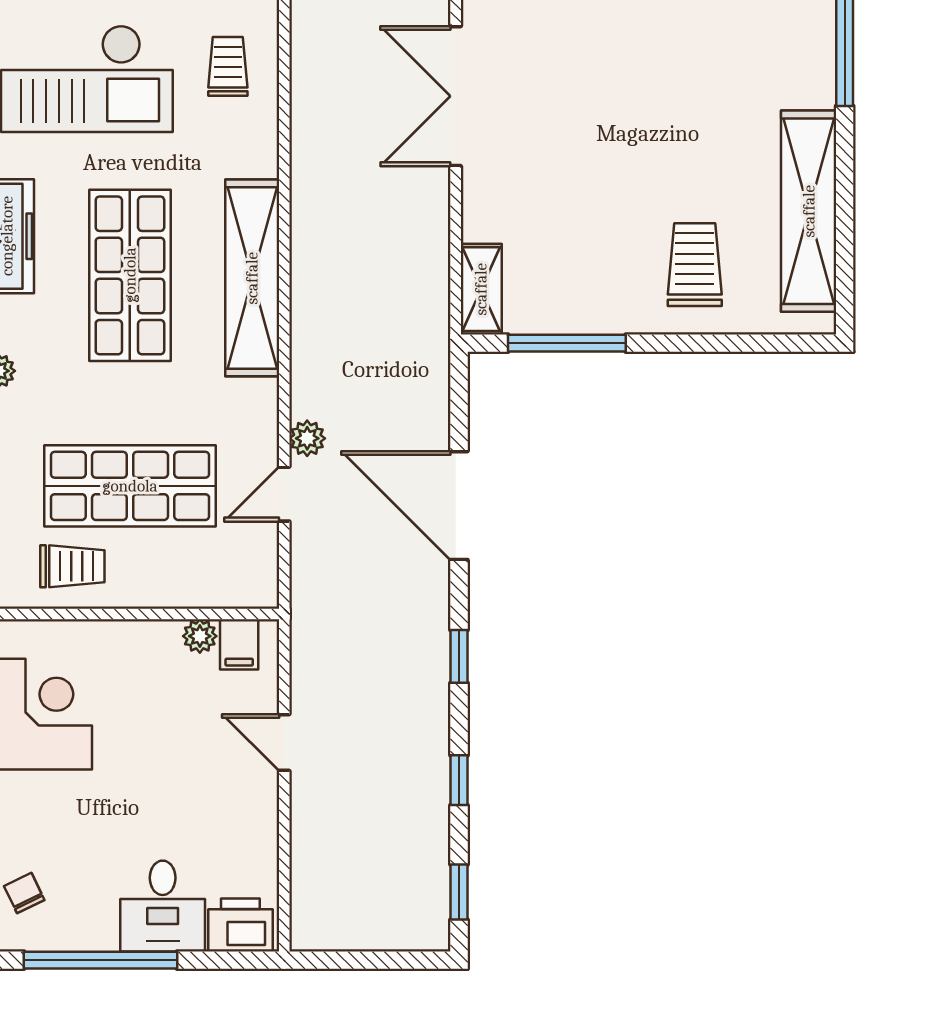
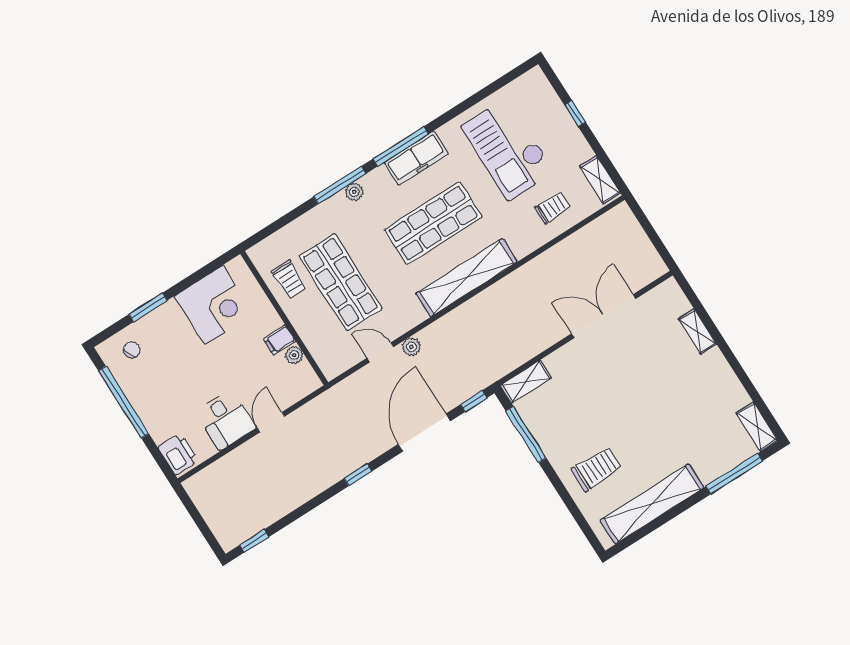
filing cabinet: (239, 644) -> (279, 340), moved
window: (459, 780) -> (474, 401), moved
desk: (163, 906) -> (226, 420), moved, turned -90

